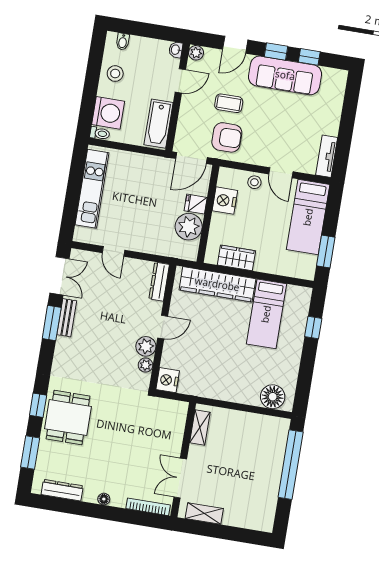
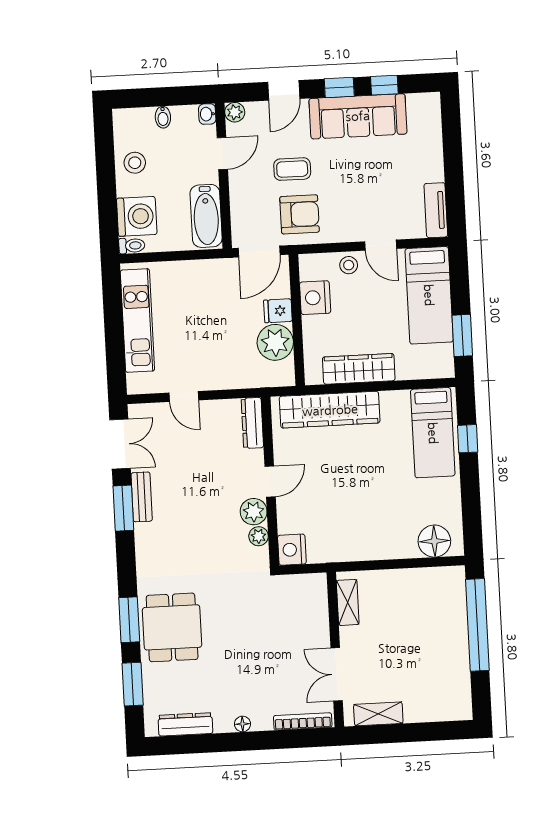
bidet: (123, 42) -> (163, 117), moved
wardrobe: (236, 258) -> (359, 369), width x1.50
bed: (266, 314) -> (433, 433), moved
window: (38, 405) -> (129, 620), width x1.50

